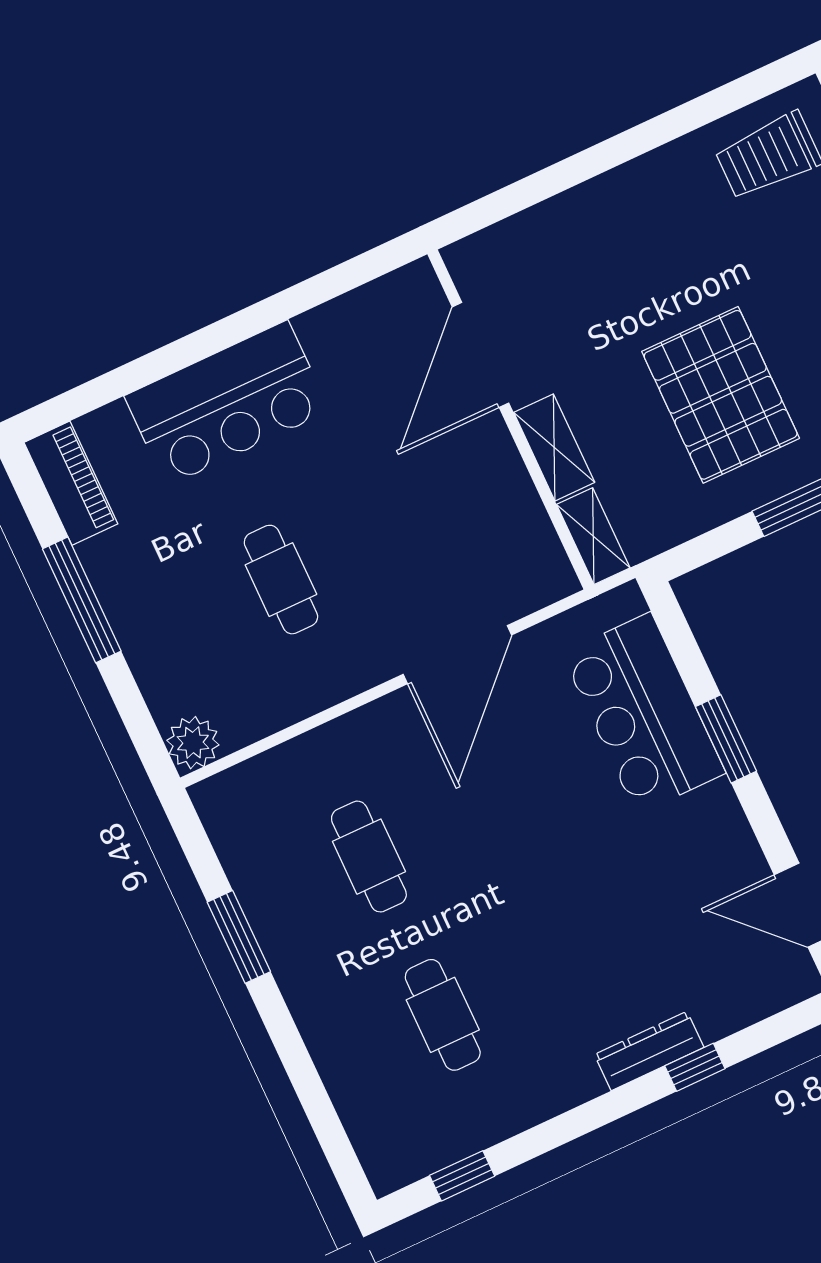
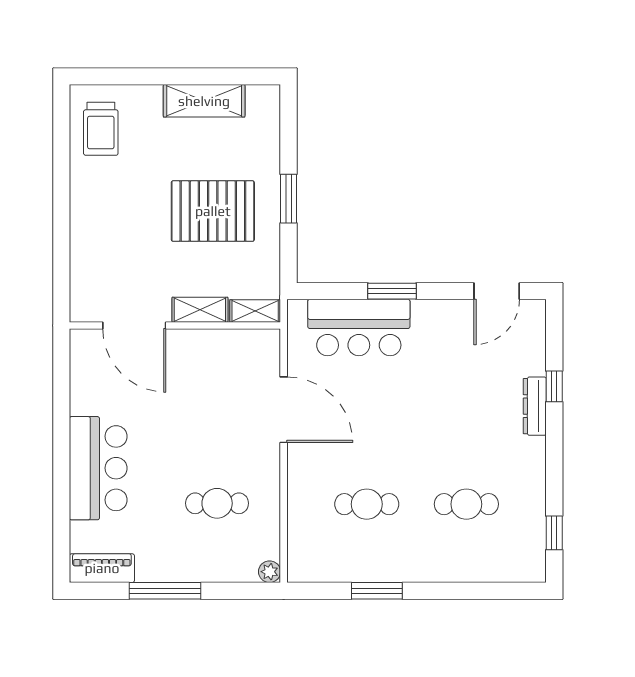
cafe table: (281, 580) -> (217, 503), moved
plant: (193, 743) -> (270, 572), width x0.73, depth x0.73

